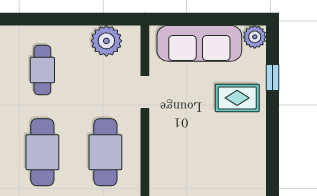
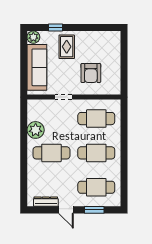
plant: (106, 41) -> (36, 130), moved
cafe table: (42, 70) -> (51, 153), width x1.37, depth x1.35
armchair: (189, 142) -> (91, 73), added

